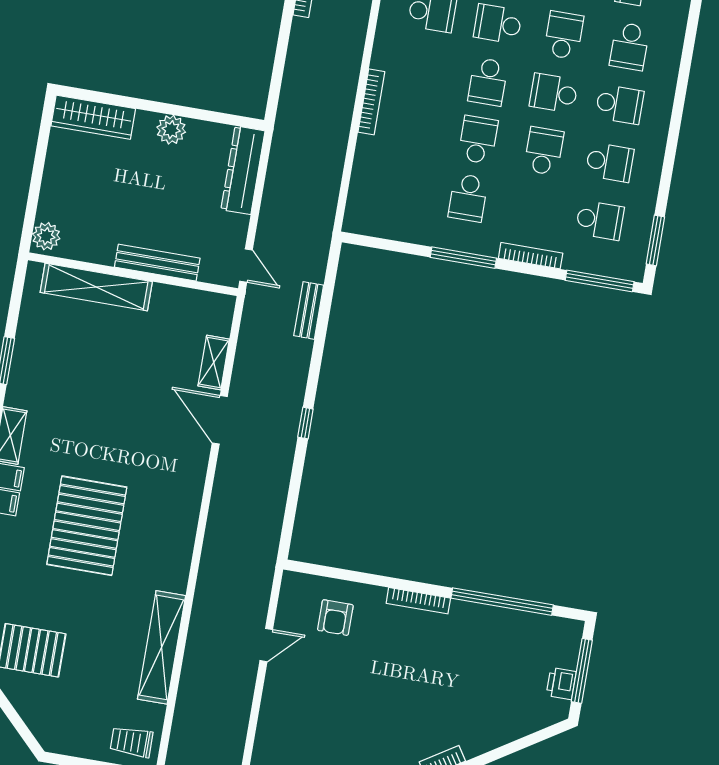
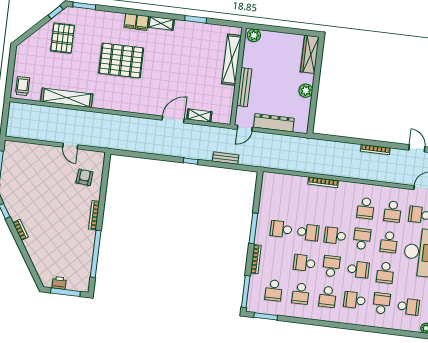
school desk: (544, 151) -> (304, 263), turned 180
dresser: (243, 170) -> (274, 123), moved
window: (305, 423) -> (191, 161), moved
armchair: (335, 618) -> (84, 177), turned 95

